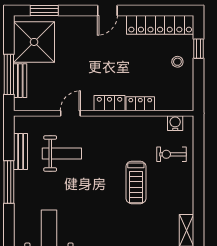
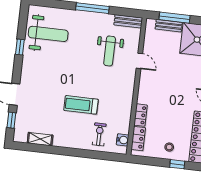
locker: (109, 103) -> (138, 139), moved
bench: (21, 152) -> (128, 21), moved

